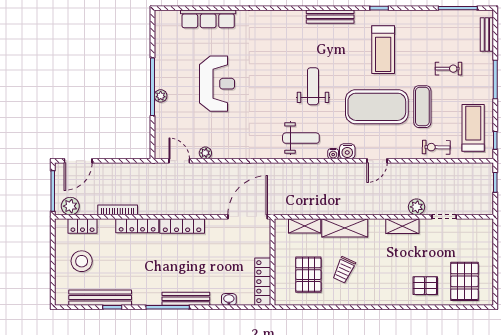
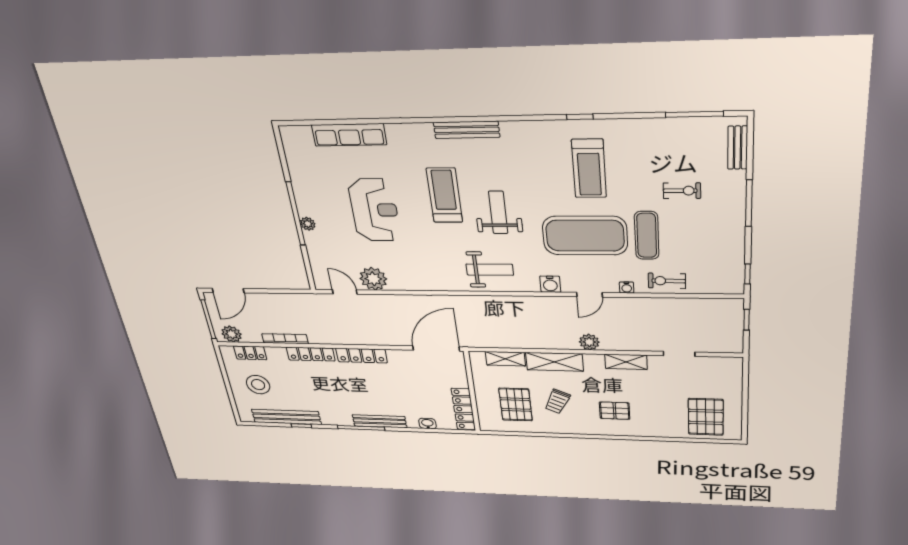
bench: (330, 17) -> (467, 130), moved
treadmill: (473, 128) -> (444, 195), moved
plant: (205, 153) -> (373, 279), width x1.87, depth x1.87
water cooler: (333, 154) -> (627, 287), moved
plant: (417, 207) -> (589, 342), moved
pallet: (425, 286) -> (615, 411), moved

